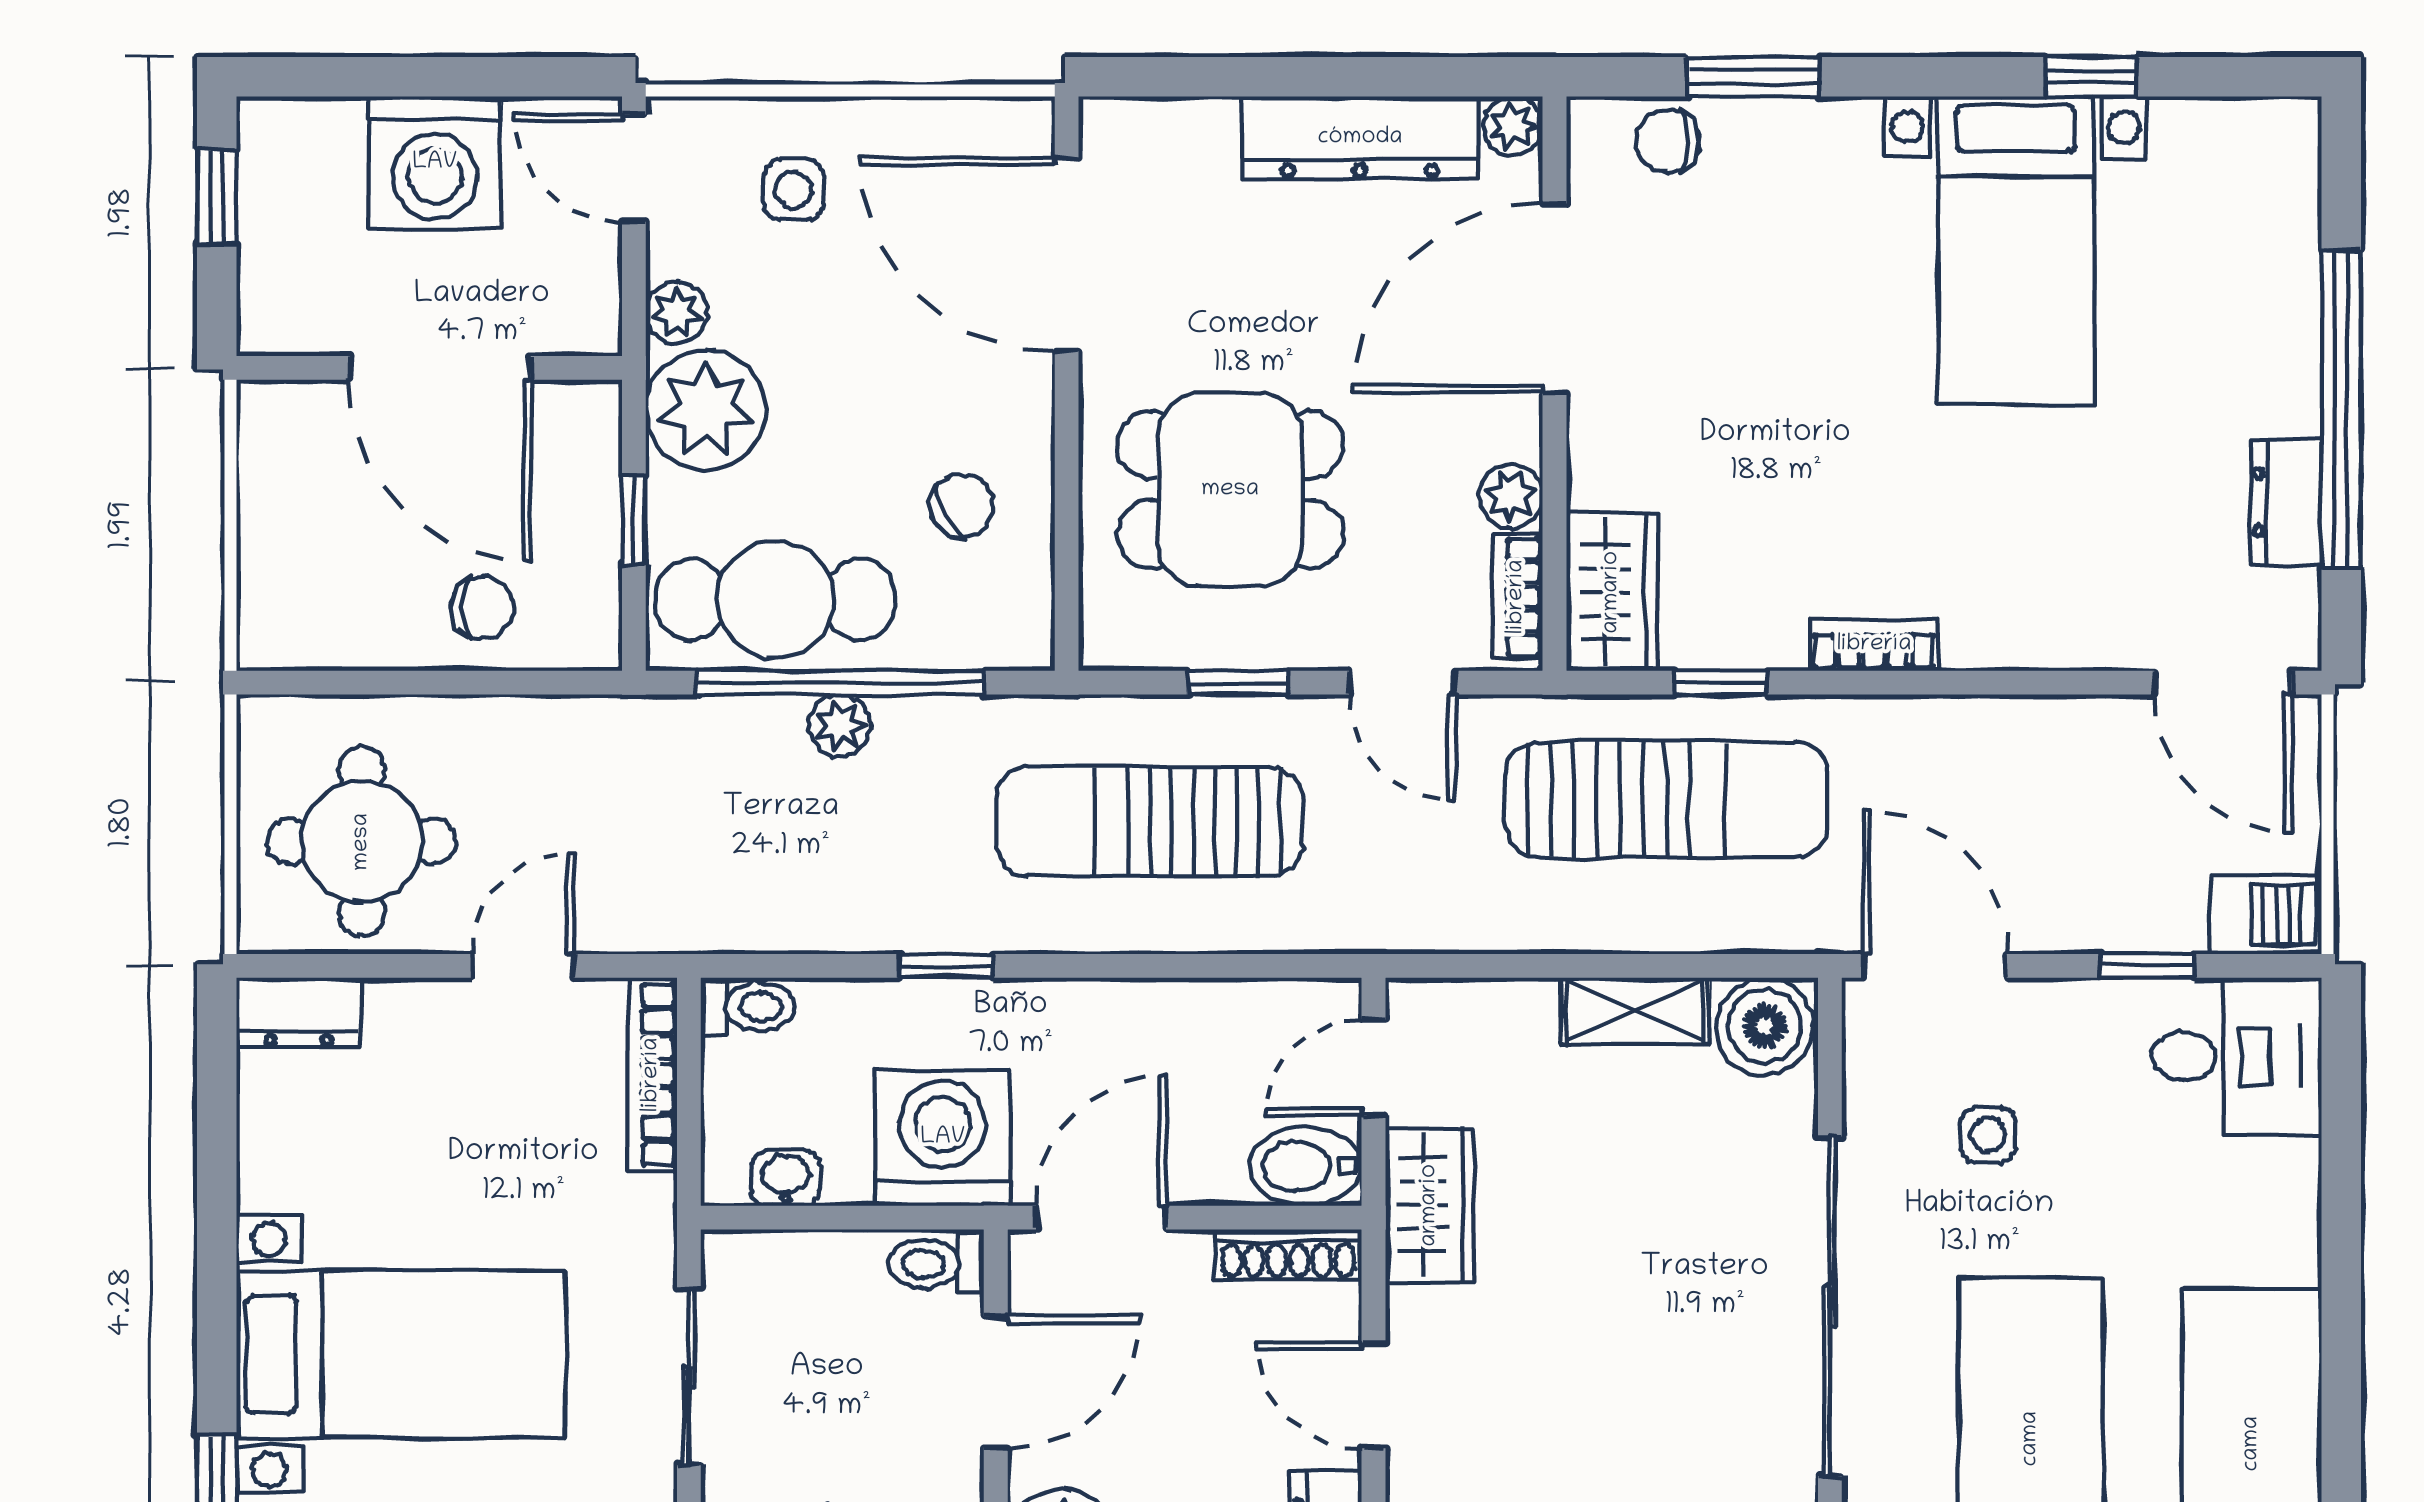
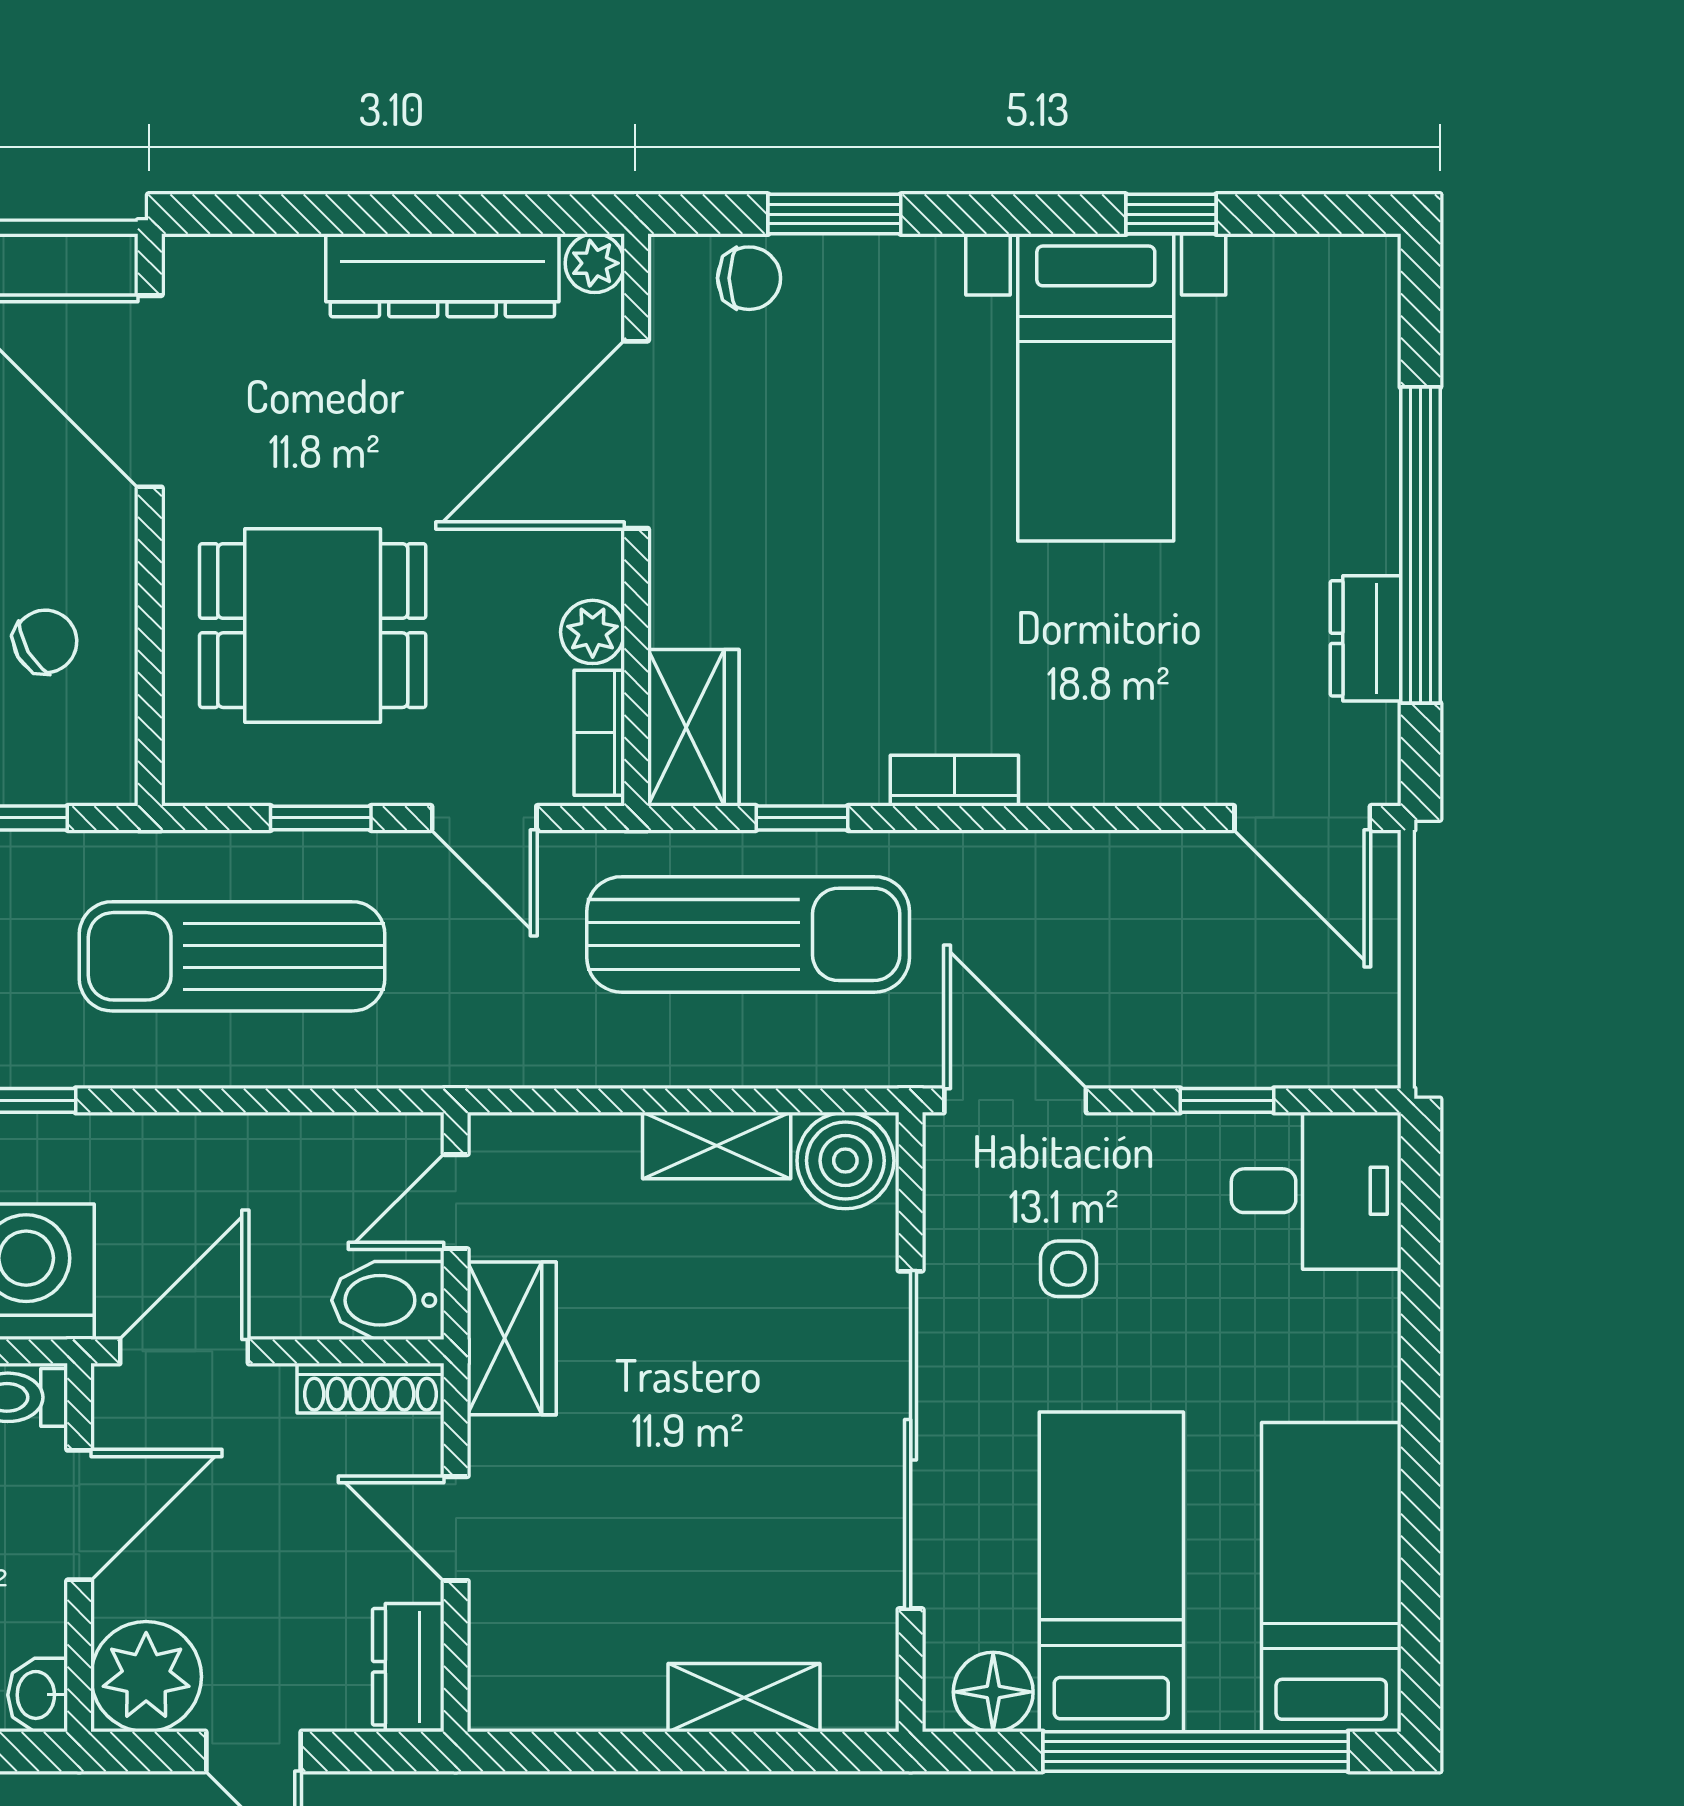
chair: (1668, 141) -> (749, 278), turned 180
barbecue: (2266, 914) -> (1345, 1049), removed

